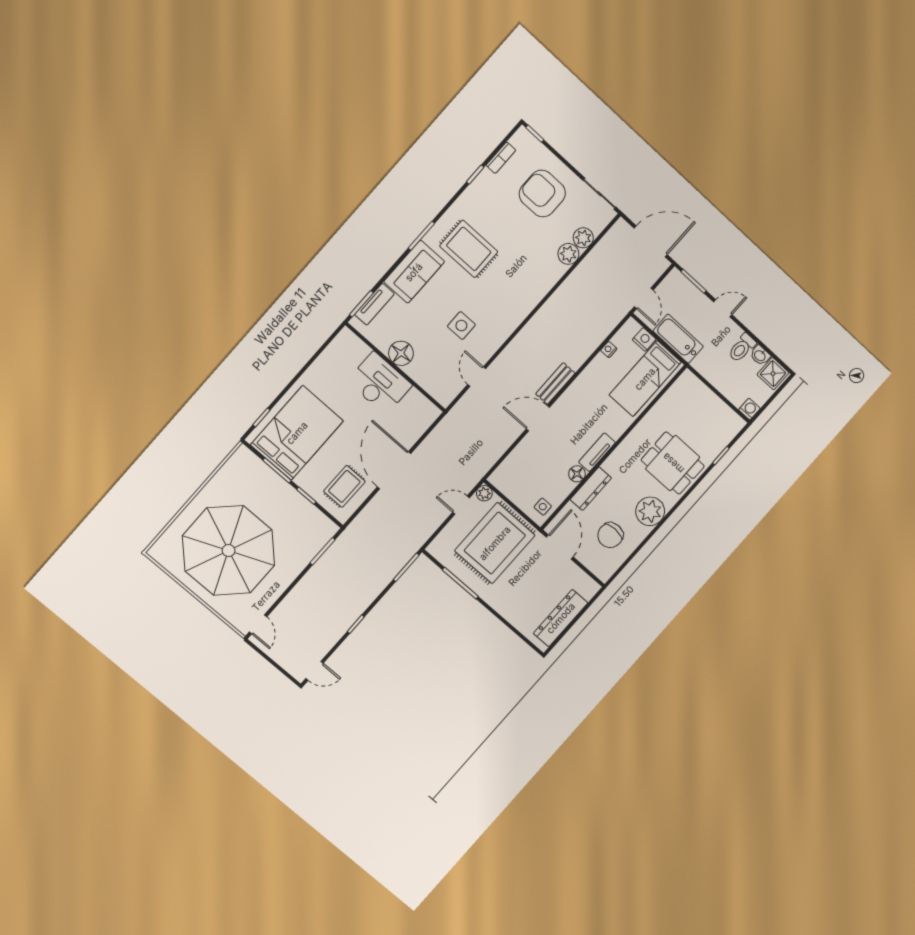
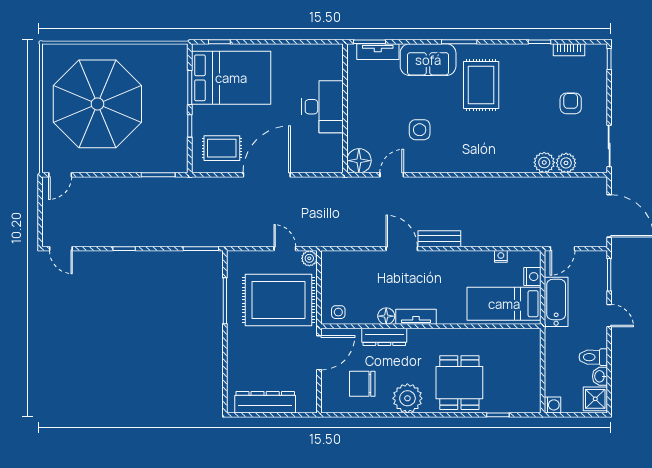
armchair: (542, 194) -> (571, 103), width x0.53, depth x0.53
floor lamp: (401, 353) -> (359, 161), moved

